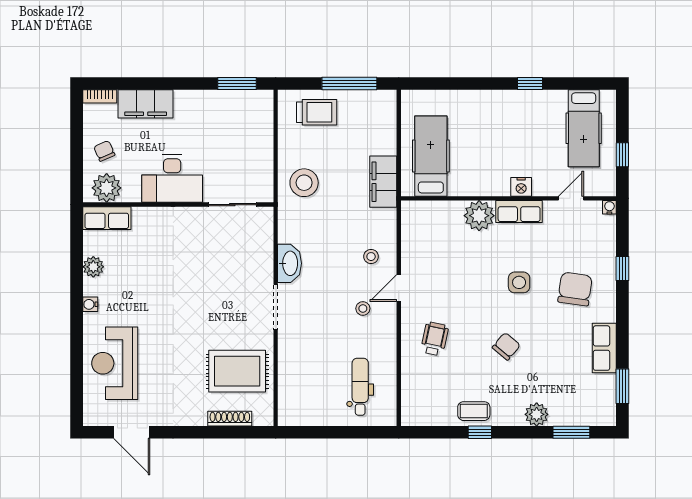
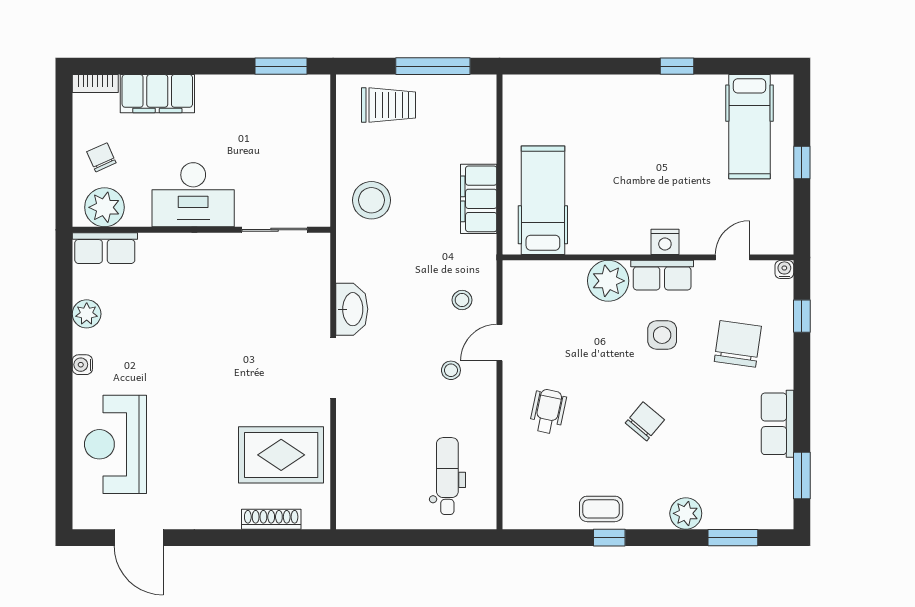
hospital bed: (431, 156) -> (543, 200), moved
nightstand: (521, 187) -> (665, 242), moved
wall: (509, 198) -> (648, 257), moved
door: (571, 198) -> (732, 257), moved
water cooler: (609, 207) -> (784, 269), moved
row of seats: (519, 211) -> (662, 275), moved
plant: (479, 216) -> (608, 281), moved

